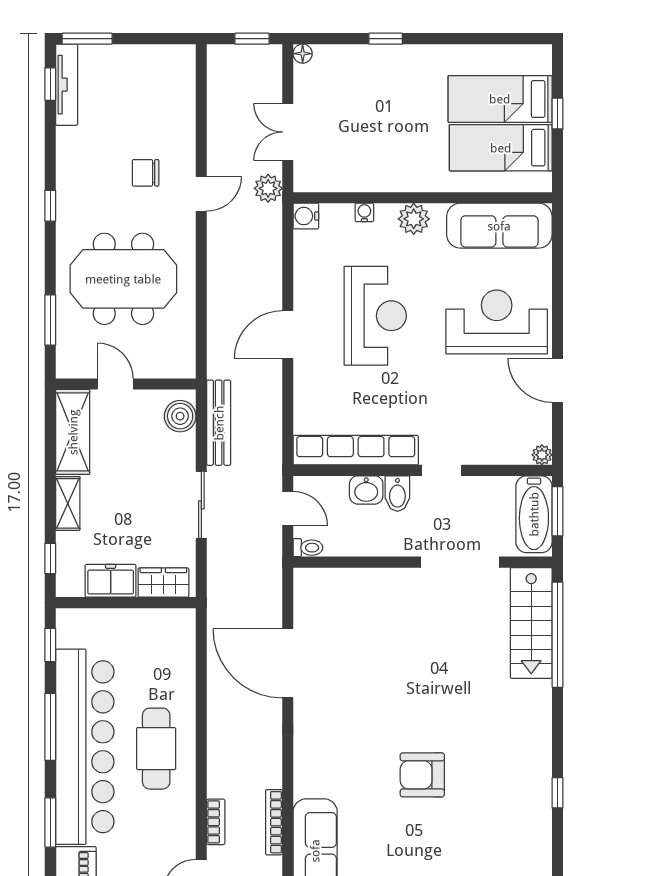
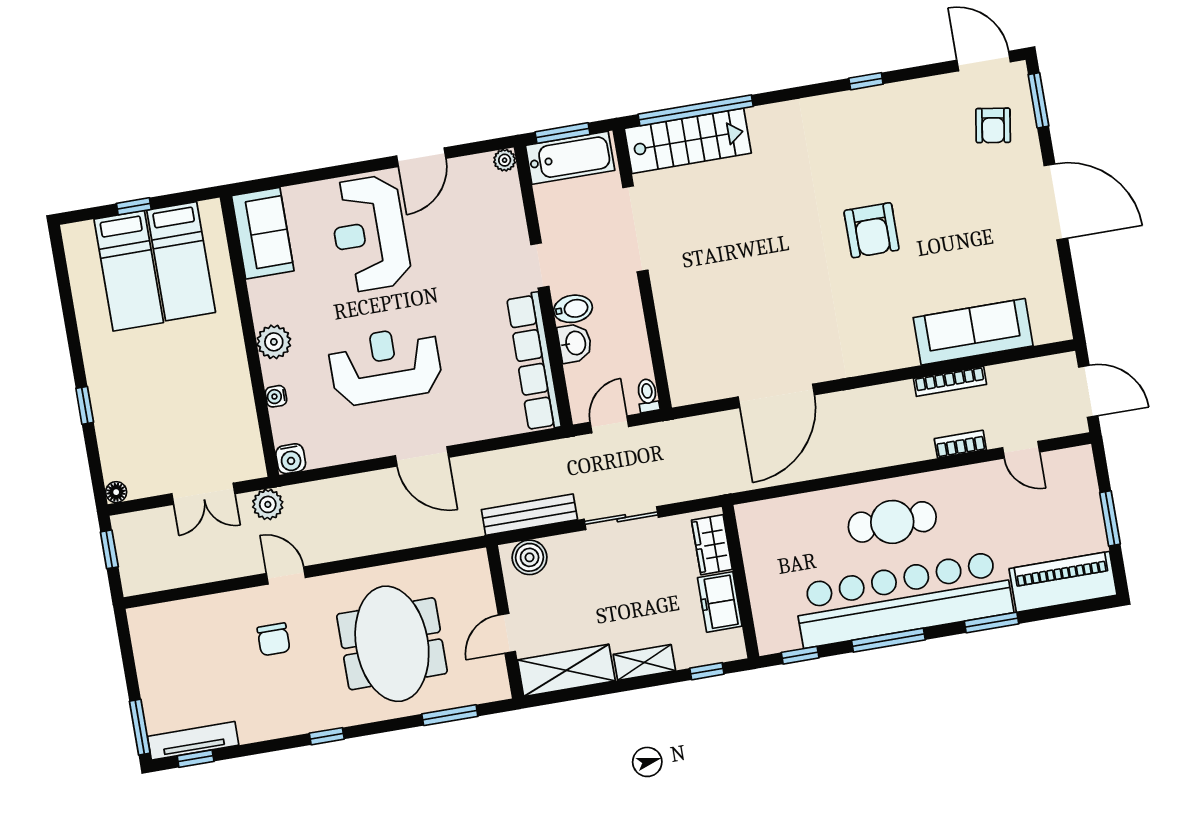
sofa: (499, 226) -> (263, 233), width x0.73

